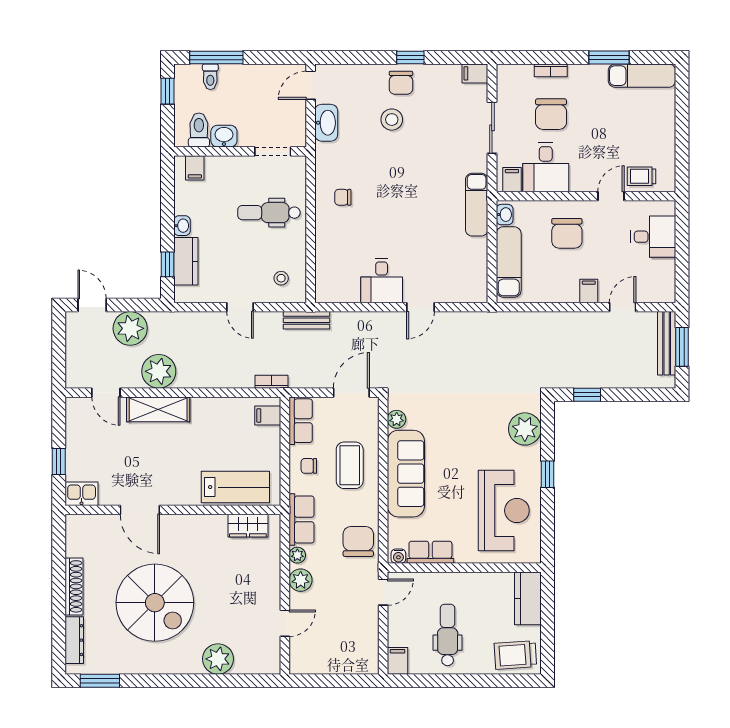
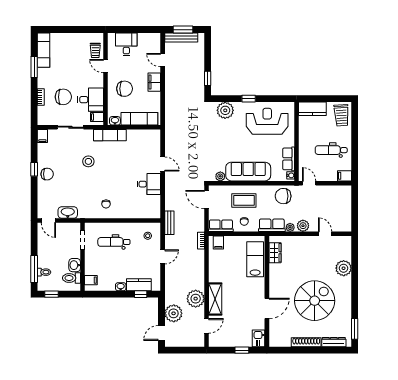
stool: (392, 120) -> (88, 161), moved
dental chair: (269, 213) -> (114, 242), turned 90
filing cabinet: (589, 291) -> (154, 82), width x2.00

